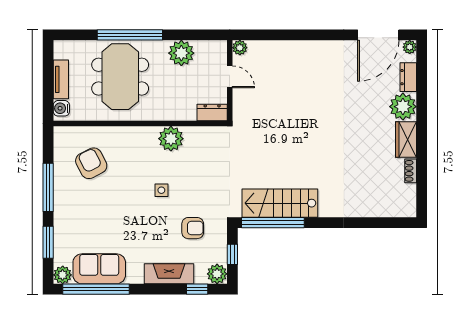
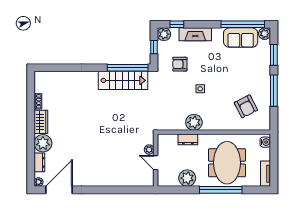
plant: (240, 48) -> (149, 150), moved
tv unit: (61, 79) -> (266, 174), moved
dresser: (212, 112) -> (188, 139), moved

